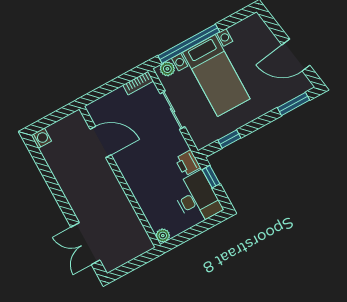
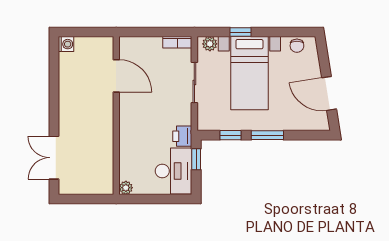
chair: (245, 29) -> (297, 46), added
window: (189, 44) -> (241, 32), width x0.32
window: (293, 104) -> (267, 135), moved

